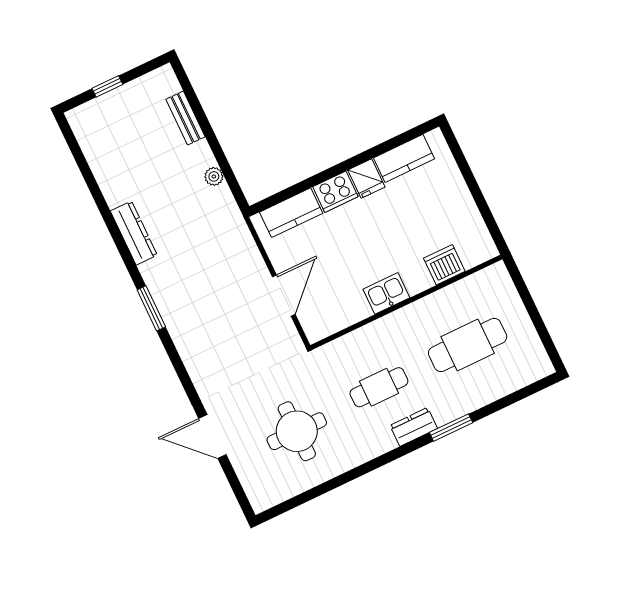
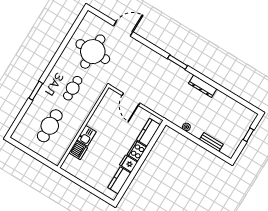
kitchen sink: (386, 293) -> (86, 136), moved
dresser: (414, 427) -> (50, 82), removed
round table: (297, 431) -> (93, 52), width x1.36, depth x1.36

